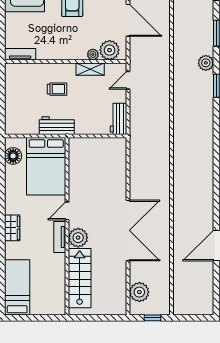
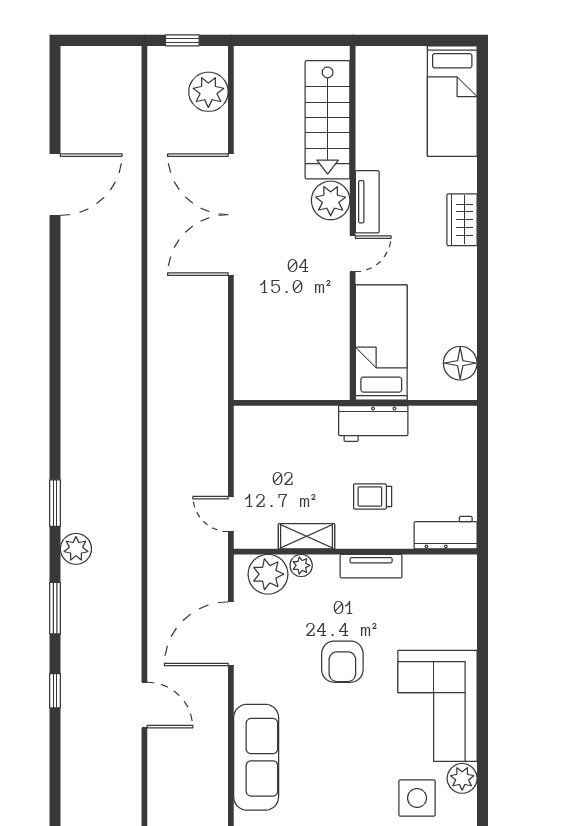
door: (128, 20) -> (231, 634), hinge flipped
tv unit: (20, 54) -> (371, 566), moved
door: (128, 80) -> (231, 514), swing flipped
workbench: (119, 119) -> (446, 533), moved, turned -90
bed: (46, 166) -> (381, 343), width x0.67

